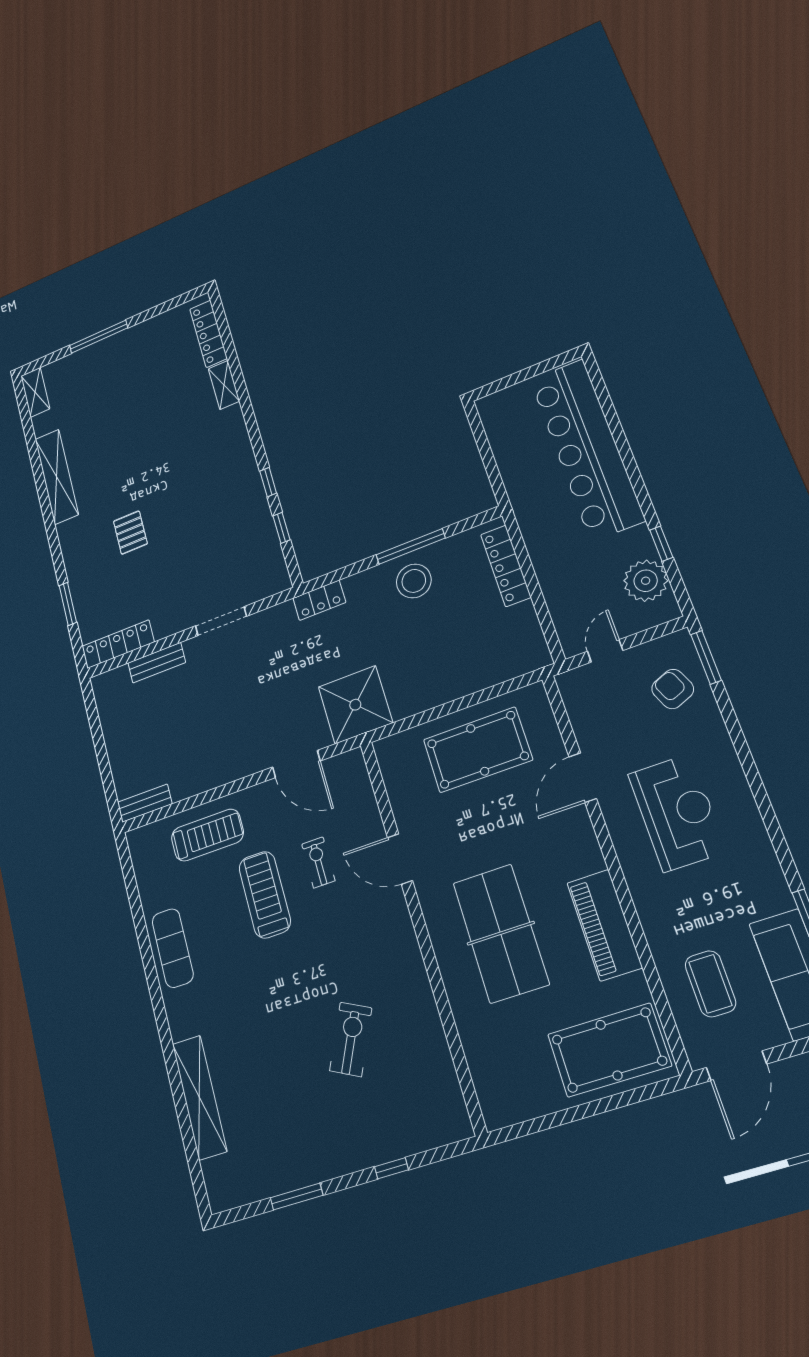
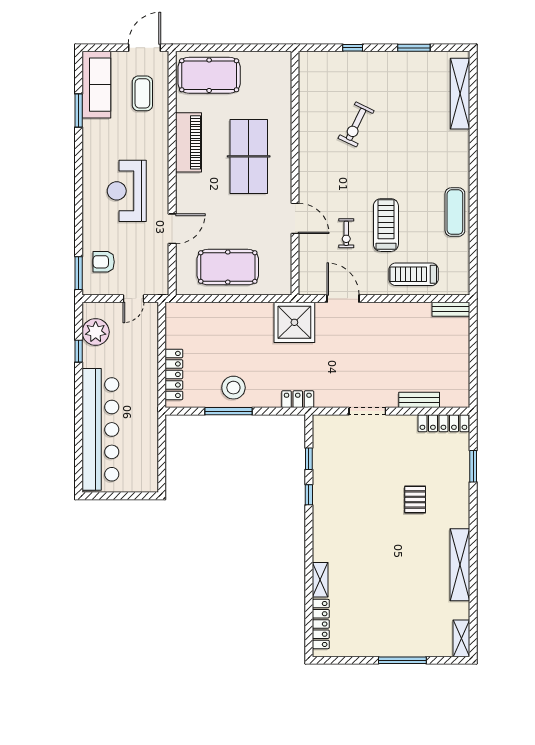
armchair: (673, 689) -> (104, 262), turned 113
treadmill: (265, 895) -> (386, 225), turned 180
shelving: (199, 1097) -> (460, 94), moved

